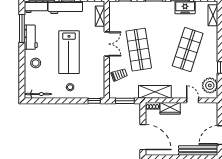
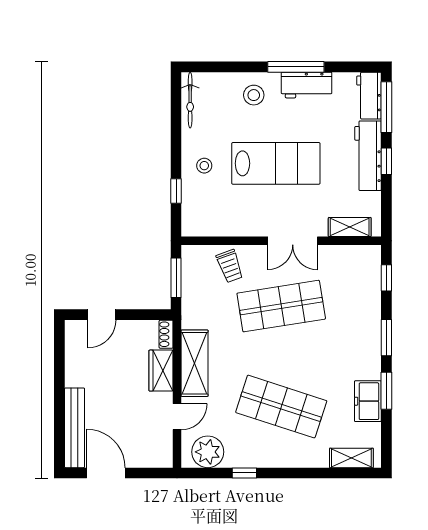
window: (22, 29) -> (296, 67), moved
lab bench: (69, 52) -> (276, 163), turned 180
shelving: (155, 92) -> (195, 363), moved
window: (94, 101) -> (176, 191), moved
door: (143, 137) -> (102, 315), width x0.53

